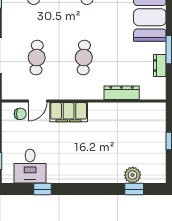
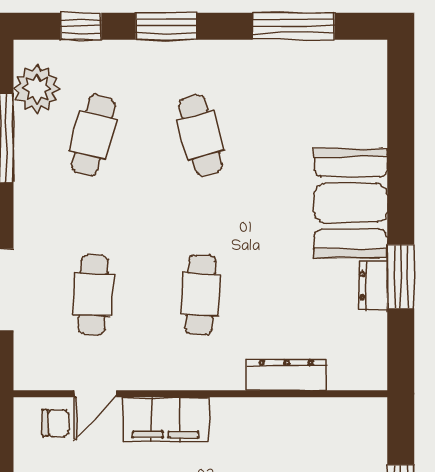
dresser: (160, 66) -> (373, 286), moved

